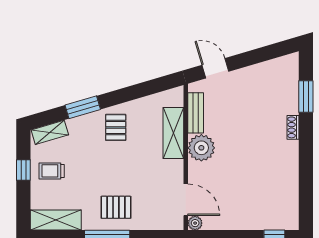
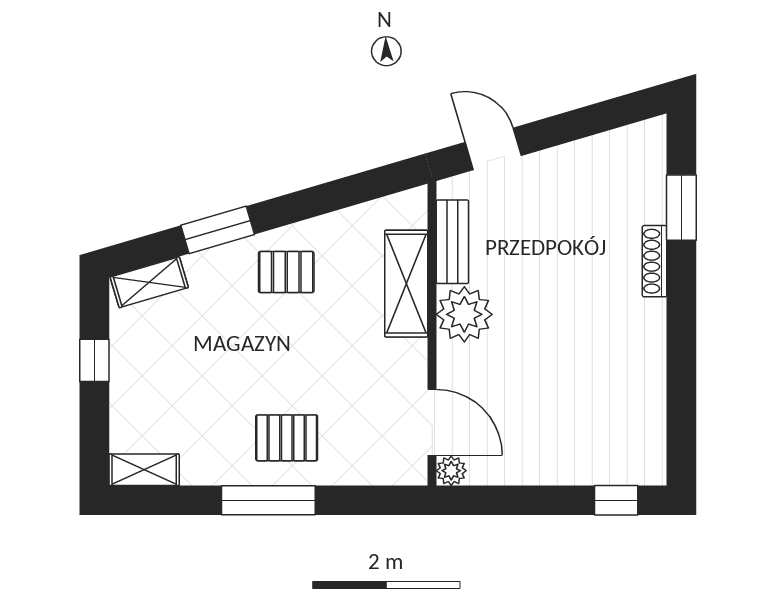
pallet: (116, 127) -> (286, 272), turned 90
shoe rack: (293, 127) -> (655, 261), width x1.43
trolley: (52, 171) -> (153, 363), removed
shelving: (56, 220) -> (144, 470), width x0.67, depth x0.75

